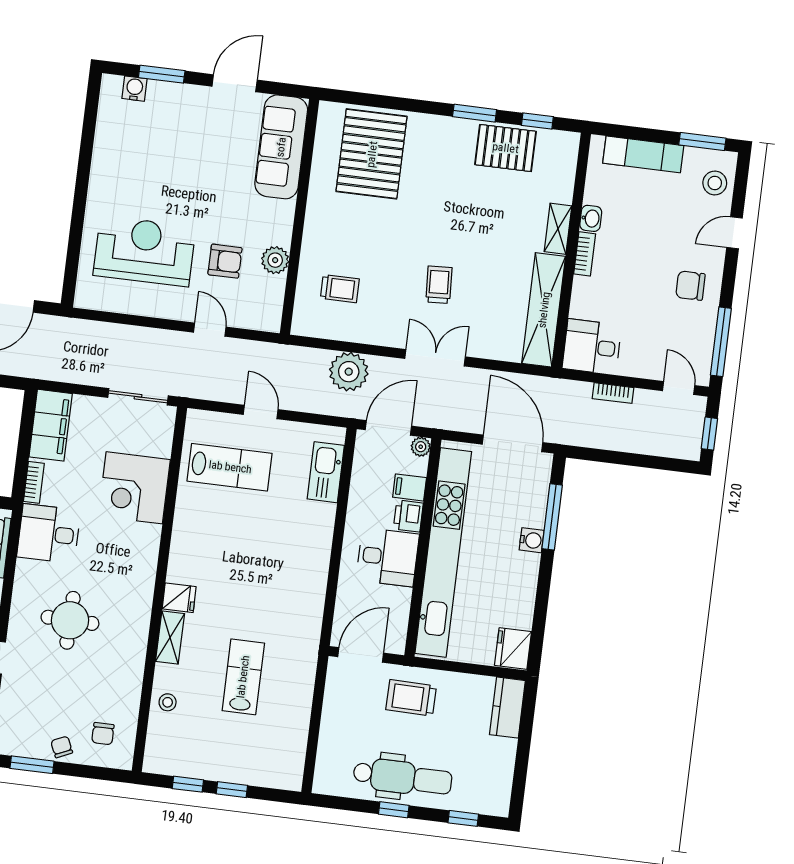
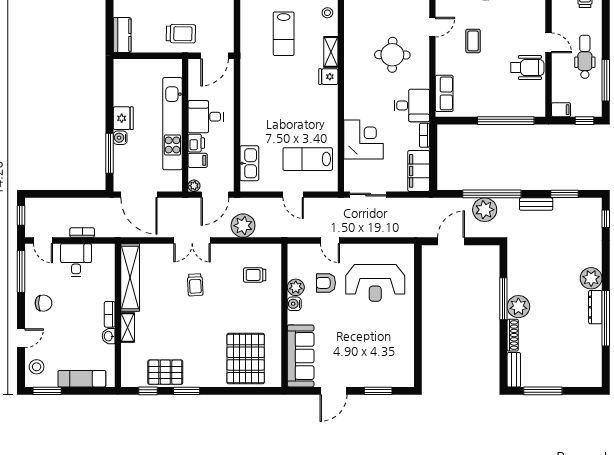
water cooler: (135, 89) -> (294, 304), moved, turned 90
desk: (592, 347) -> (76, 260), moved, turned -90
kitchen unit: (443, 552) -> (172, 124), width x0.73
fridge: (513, 648) -> (123, 118), moved

